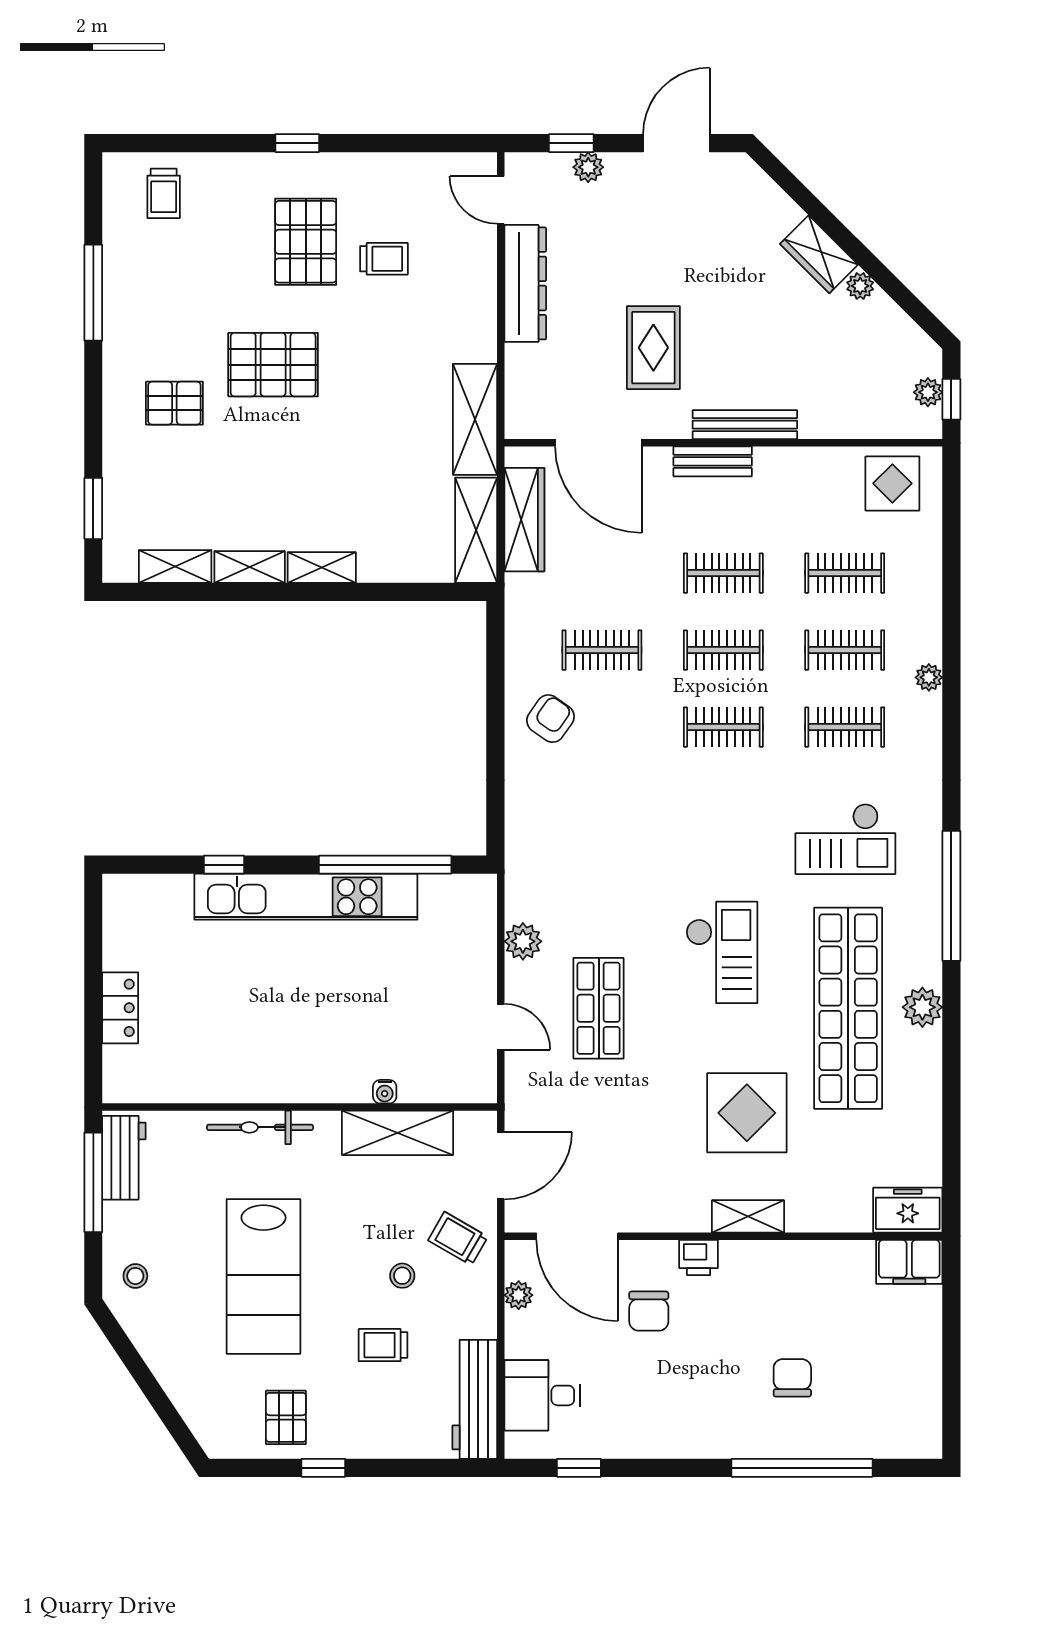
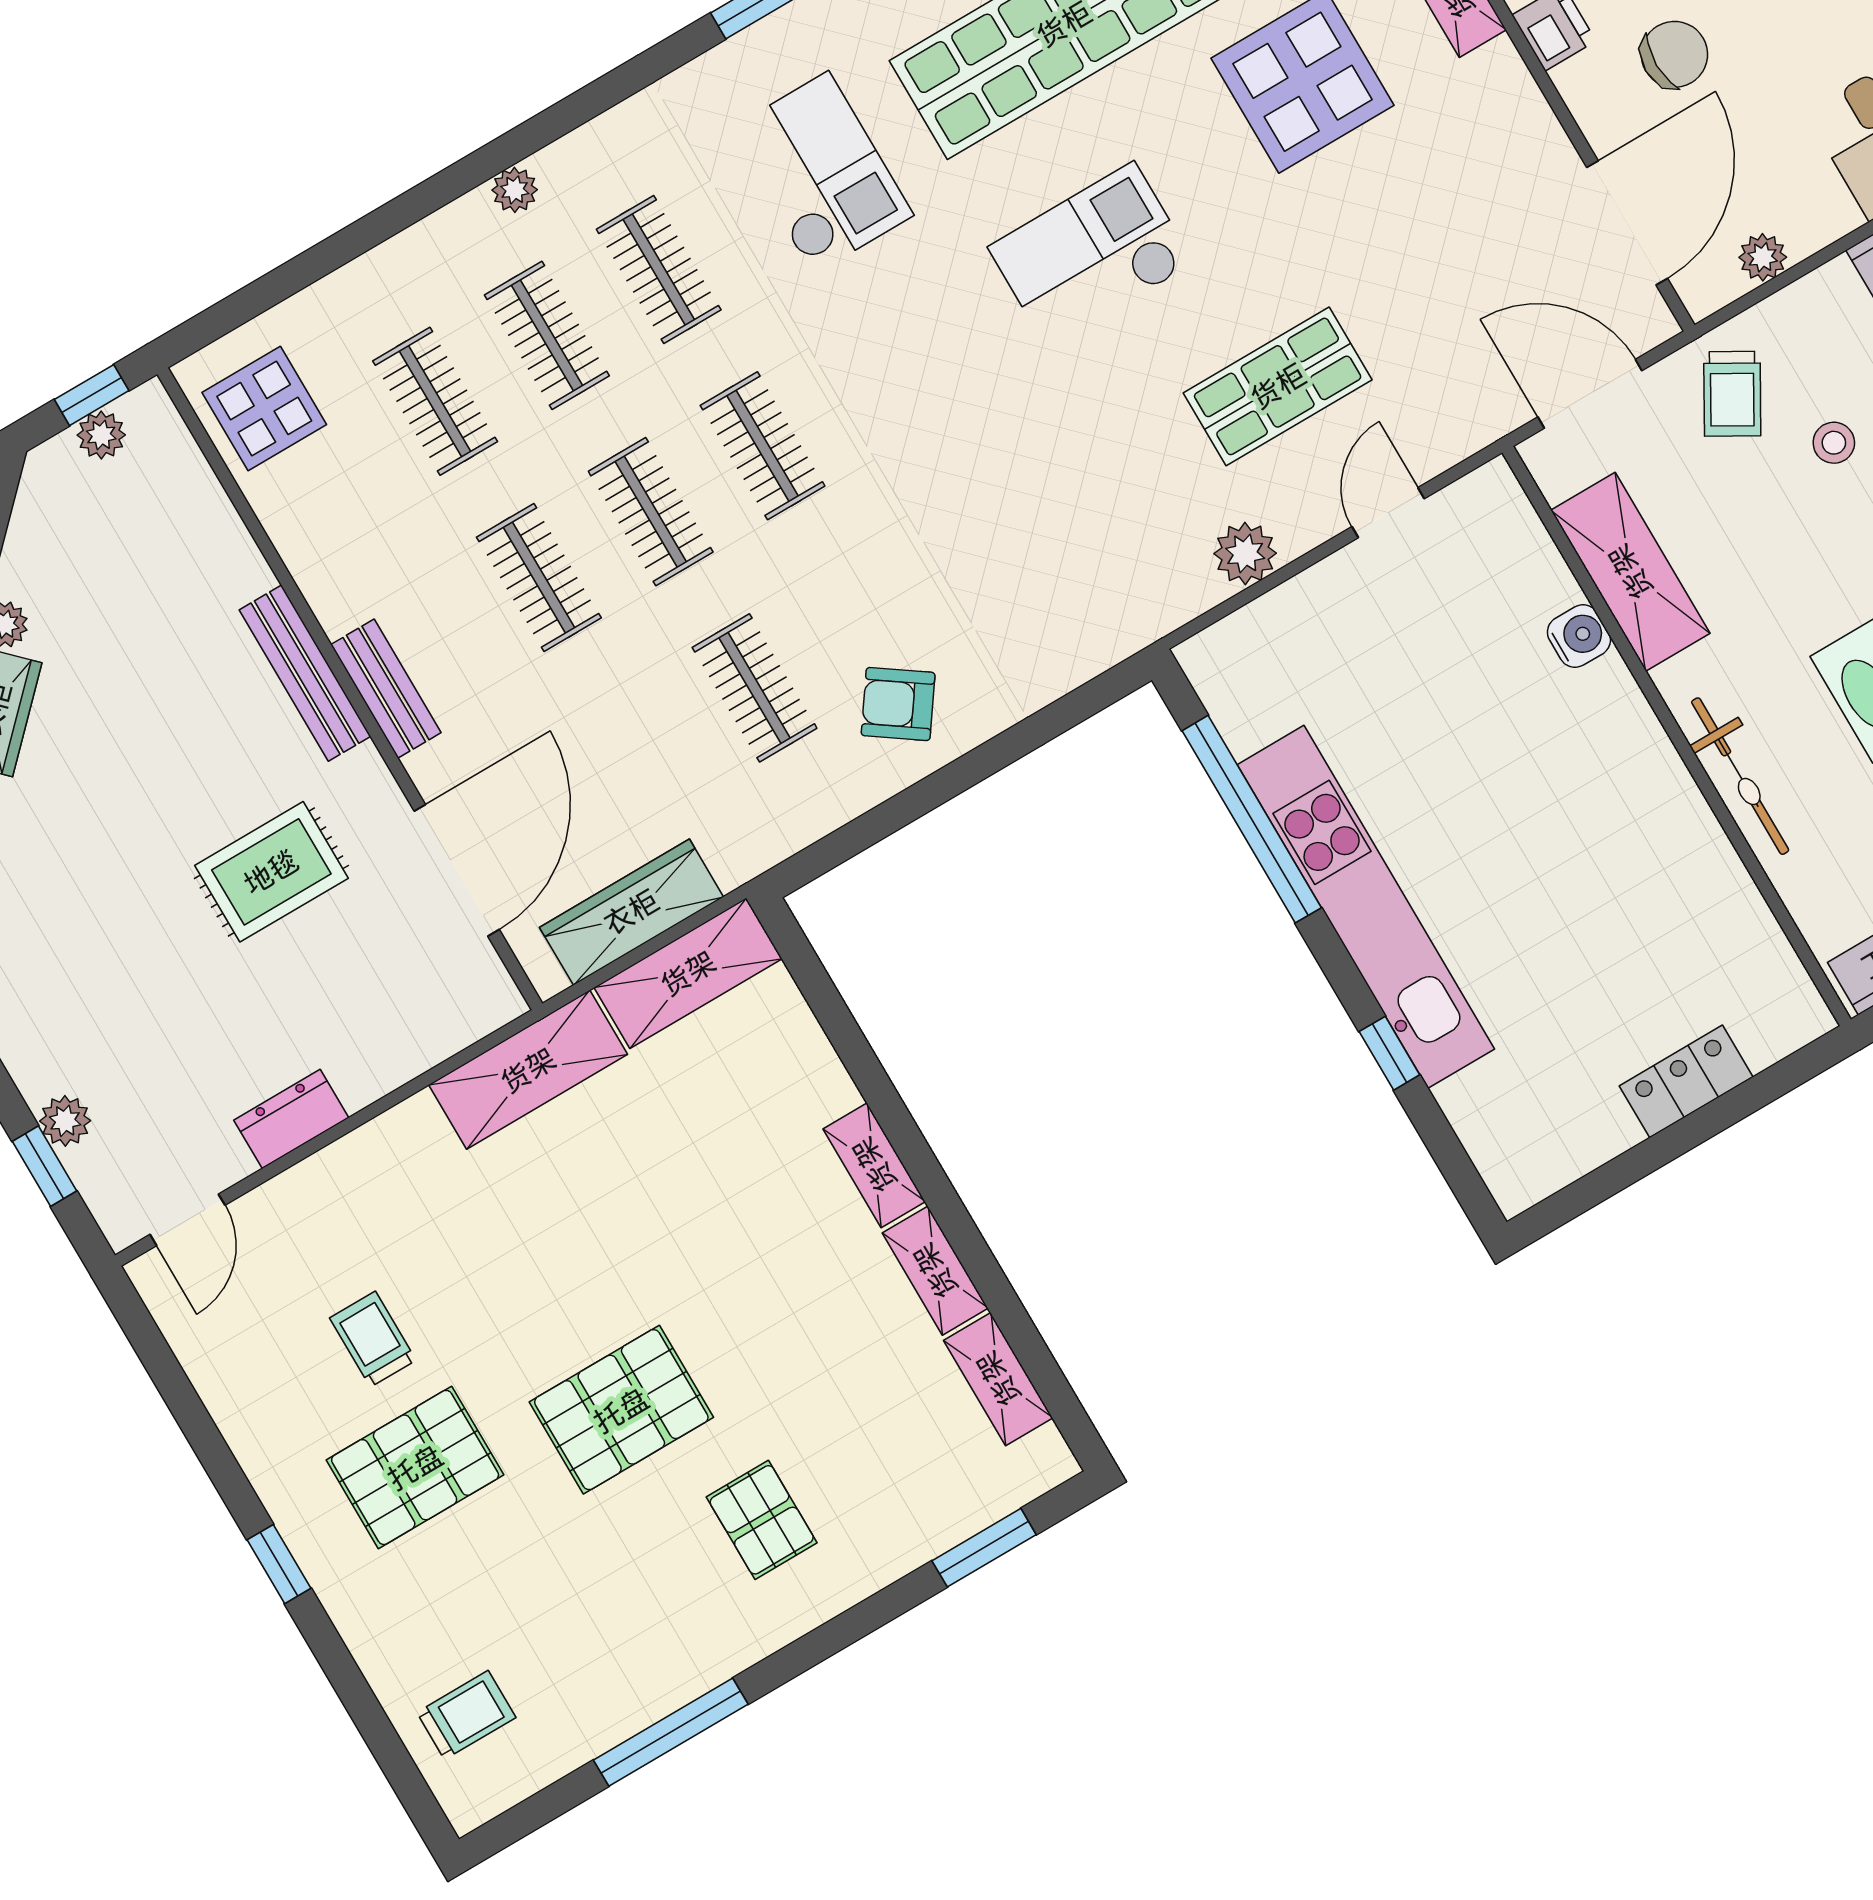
dresser: (525, 283) -> (291, 1119), width x0.51, depth x0.80
pallet: (273, 365) -> (621, 1410), turned 90
water cooler: (385, 1092) -> (1579, 636), width x1.38, depth x1.38

